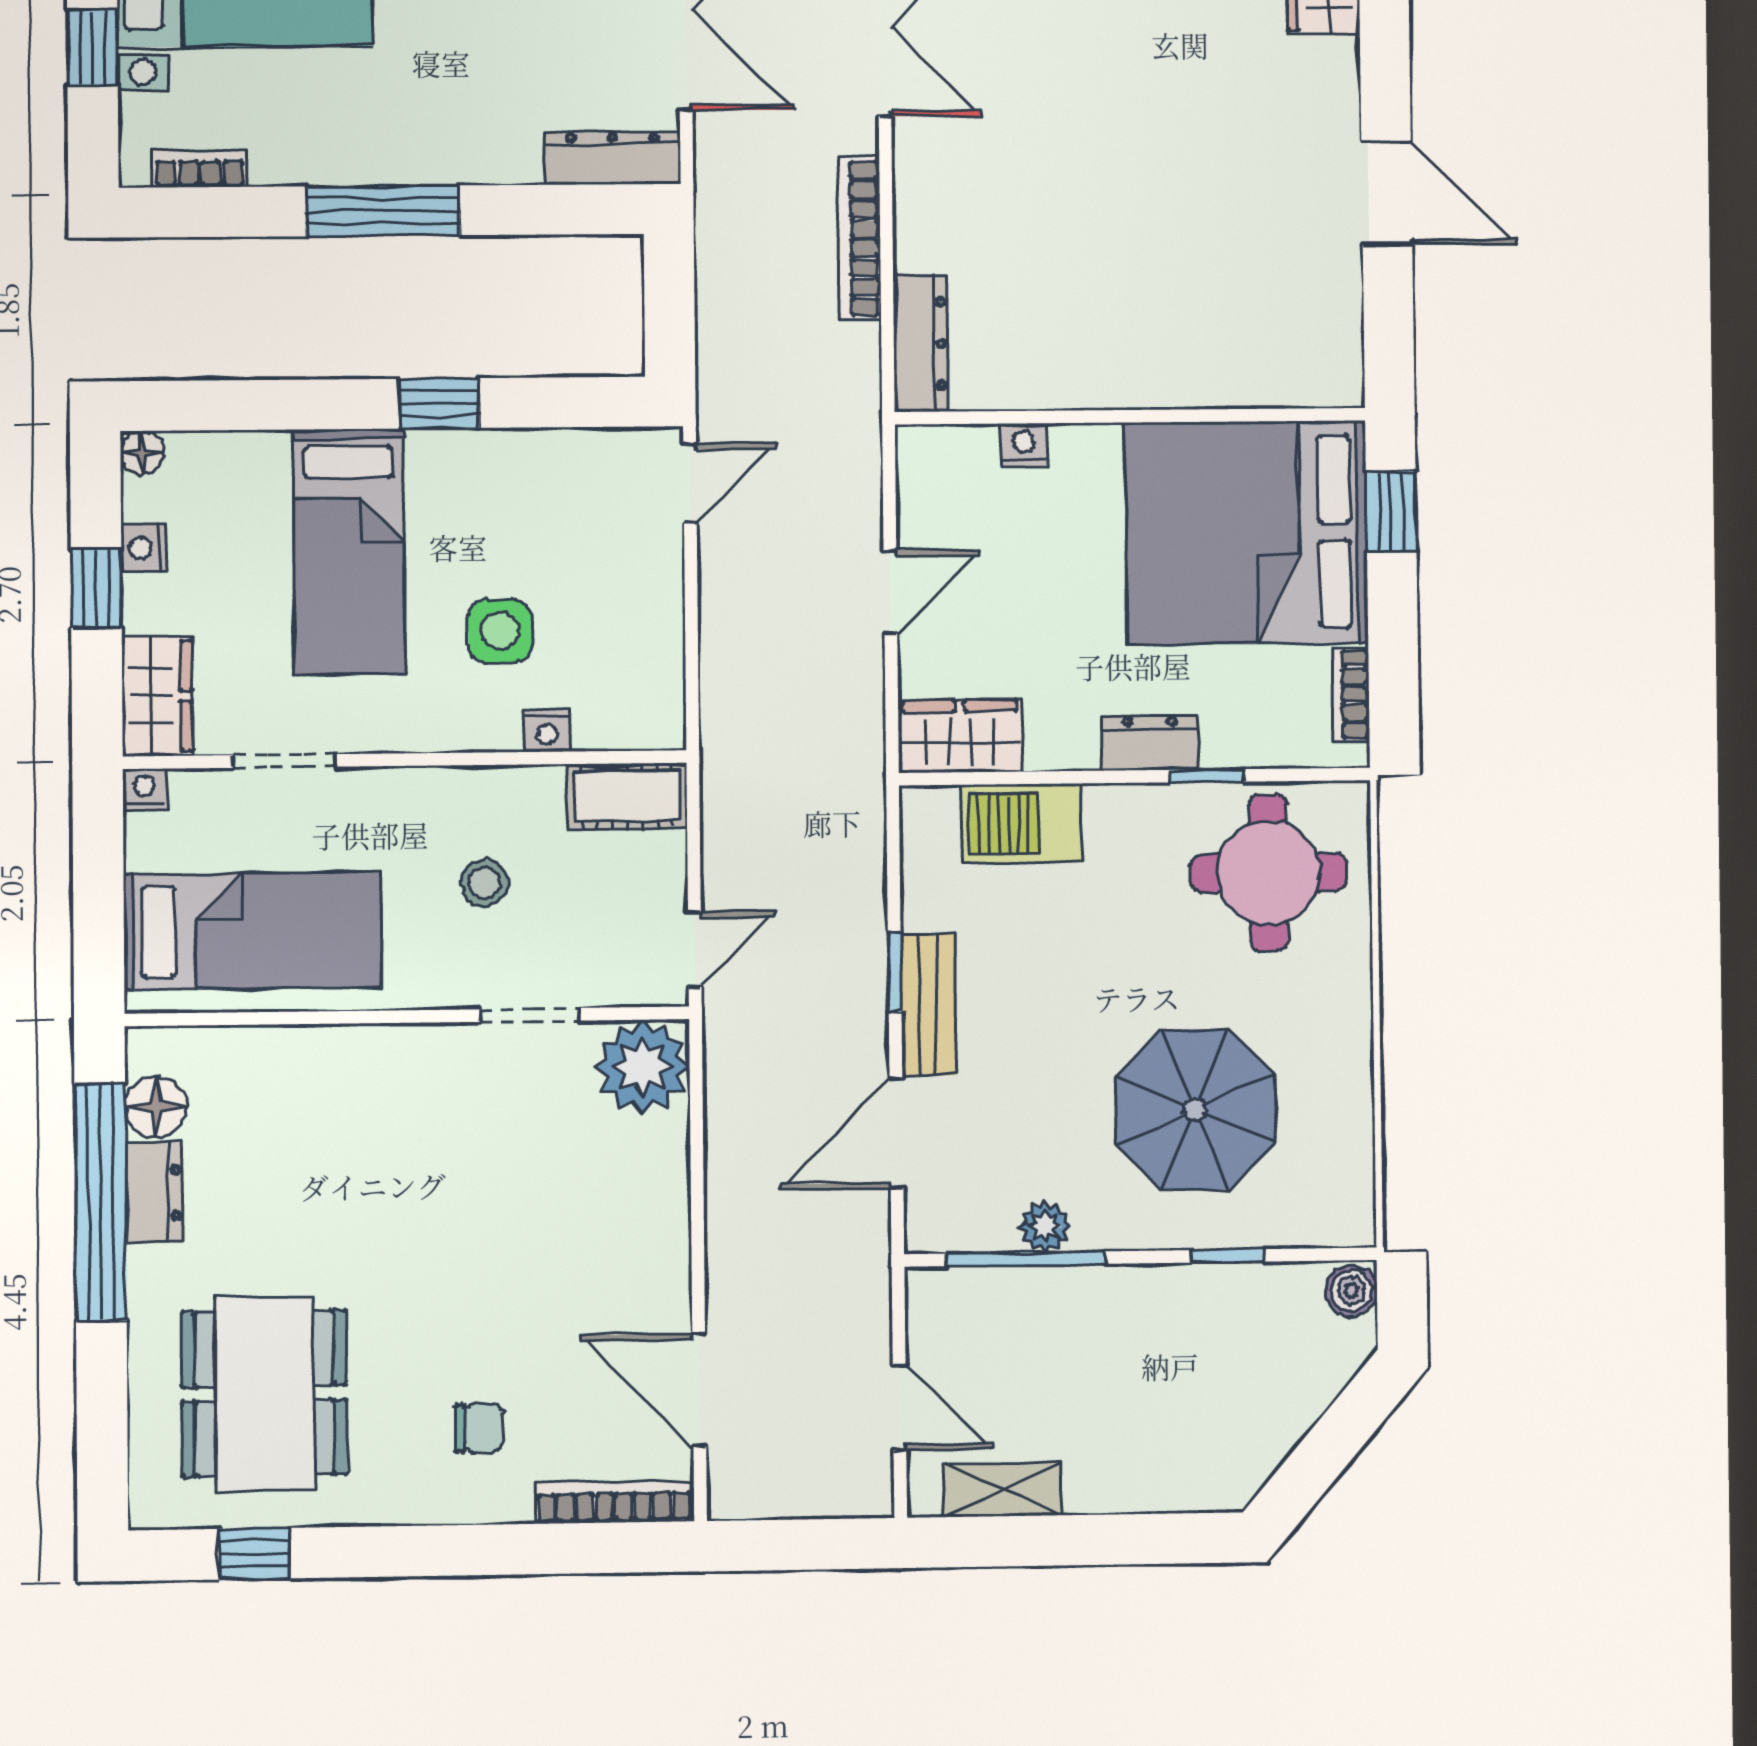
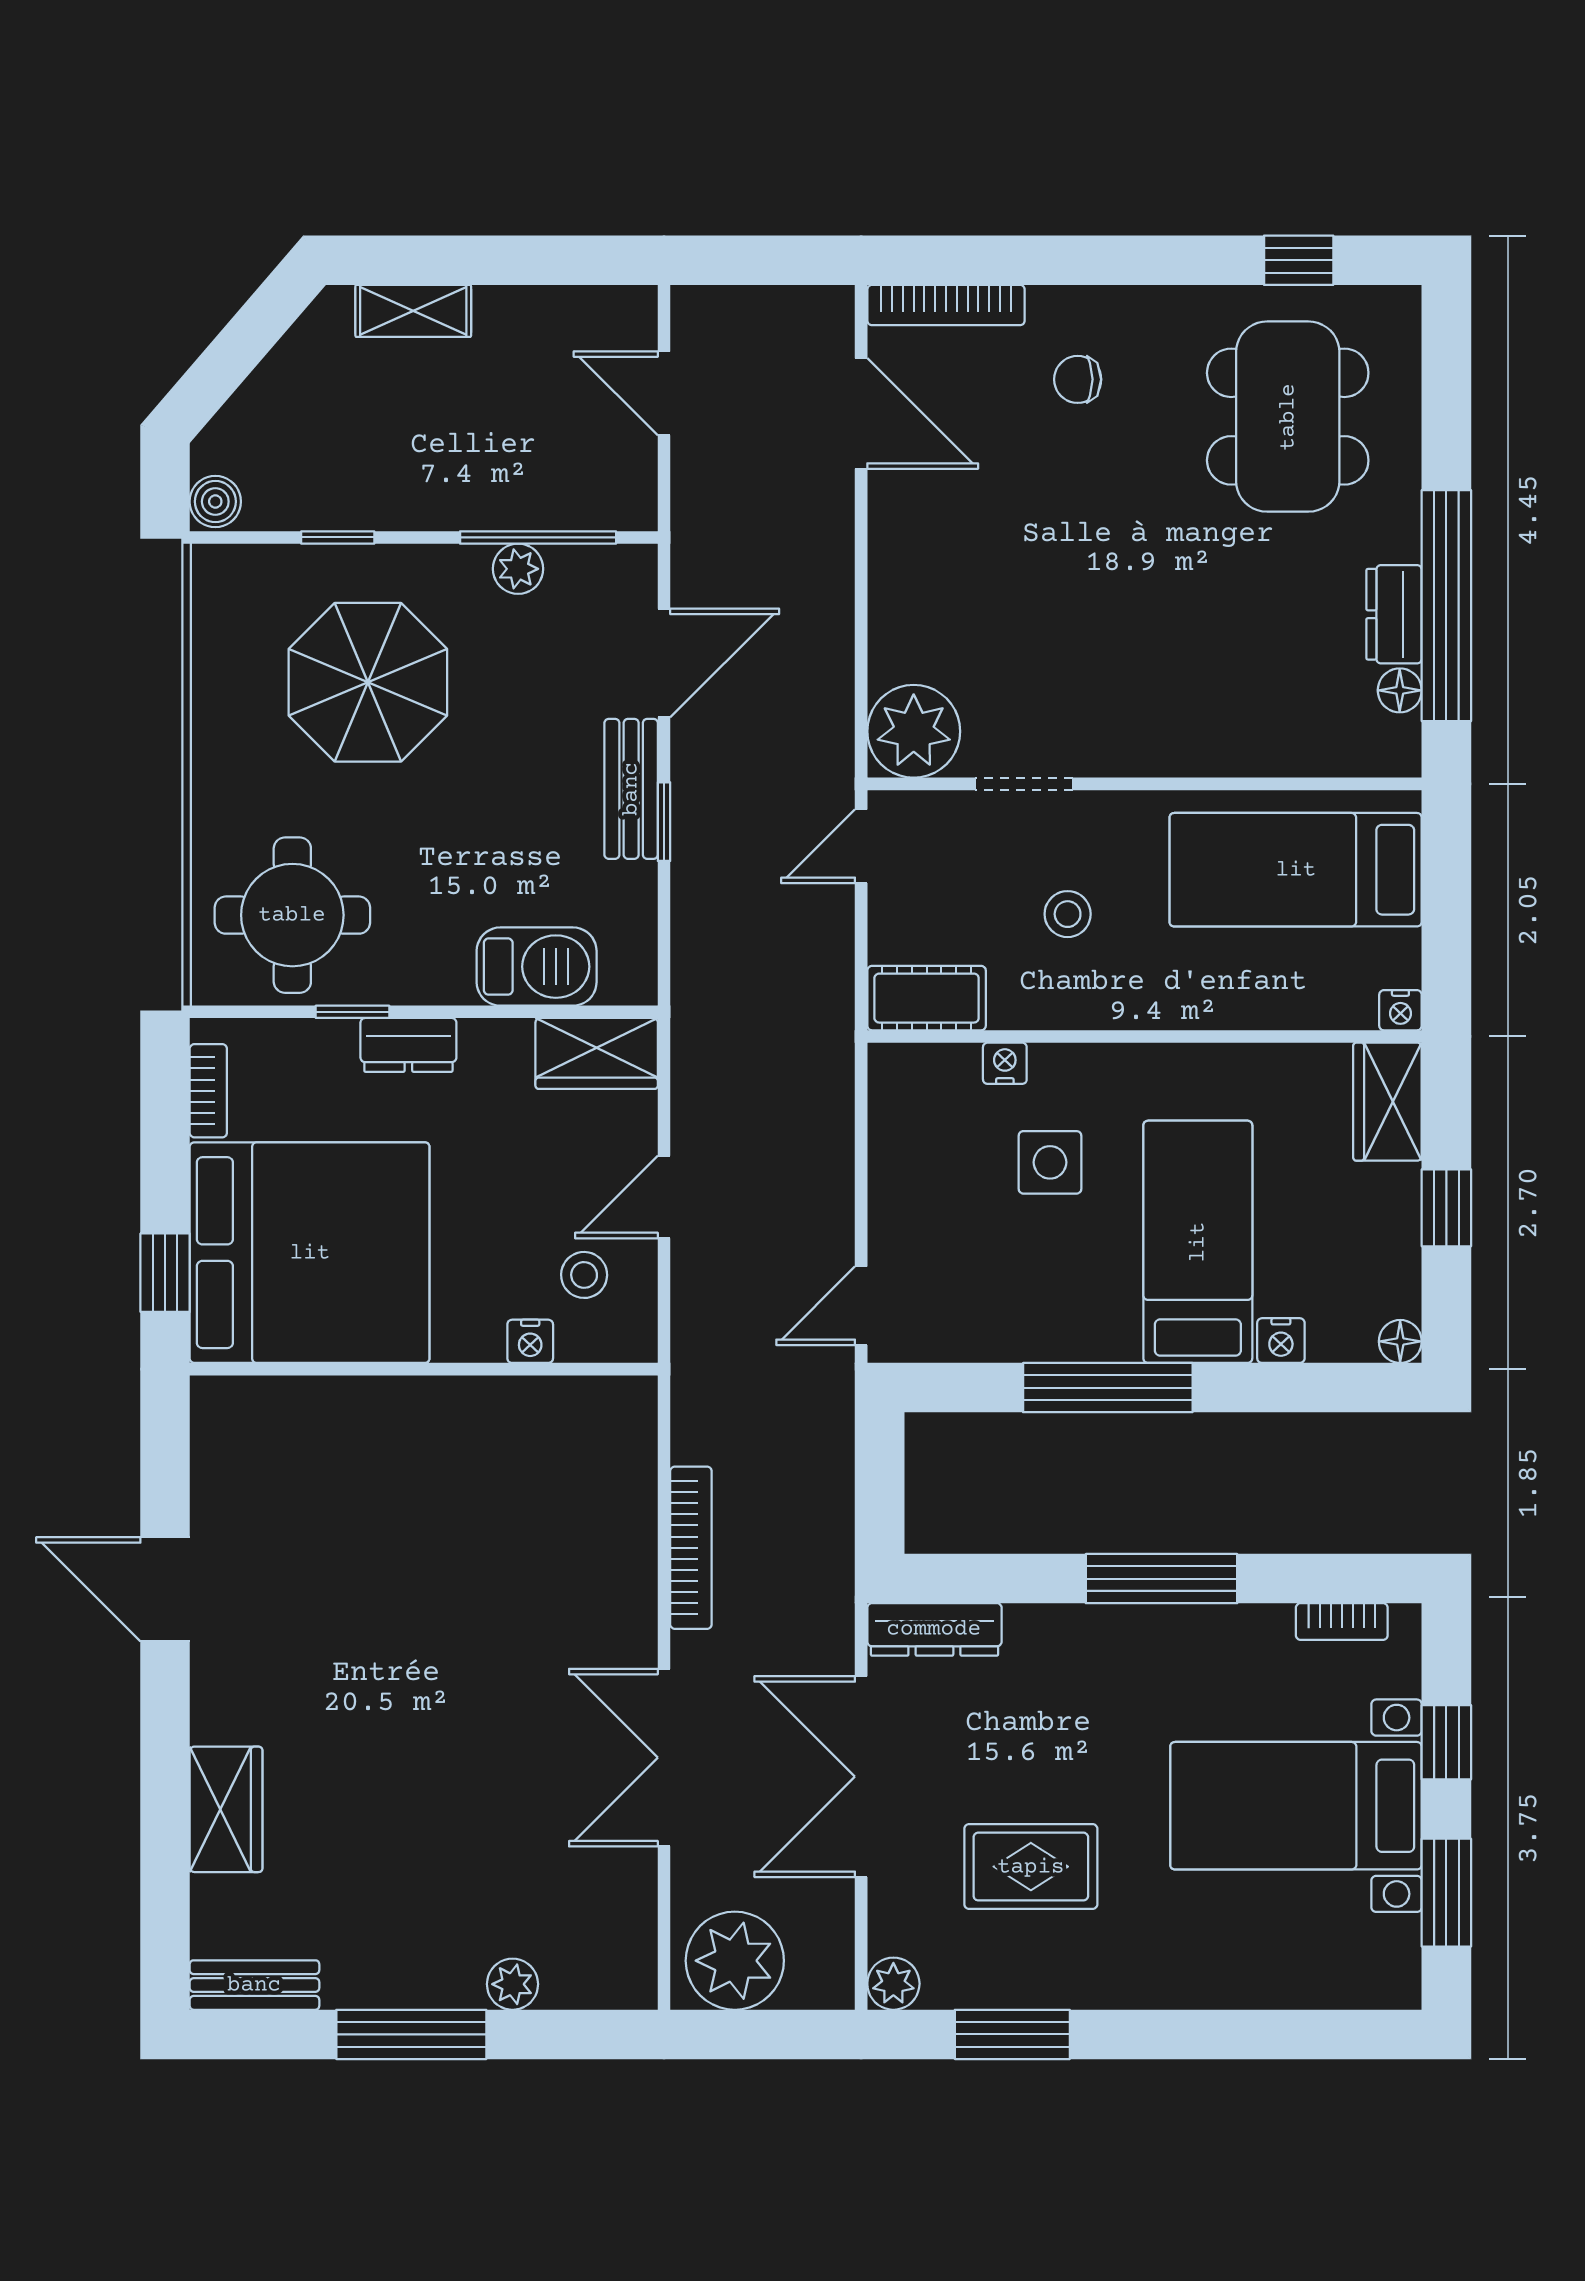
dresser: (920, 344) -> (631, 1443), removed
window: (439, 403) -> (1108, 1388), width x2.17
stool: (970, 513) -> (584, 1275), added
nightstand: (144, 548) -> (1281, 1341), moved, turned 90
doorway: (285, 761) -> (1263, 1036), removed
floor lamp: (156, 1107) -> (1400, 690), width x0.73, depth x0.73
shelving: (1002, 1490) -> (413, 311), moved

